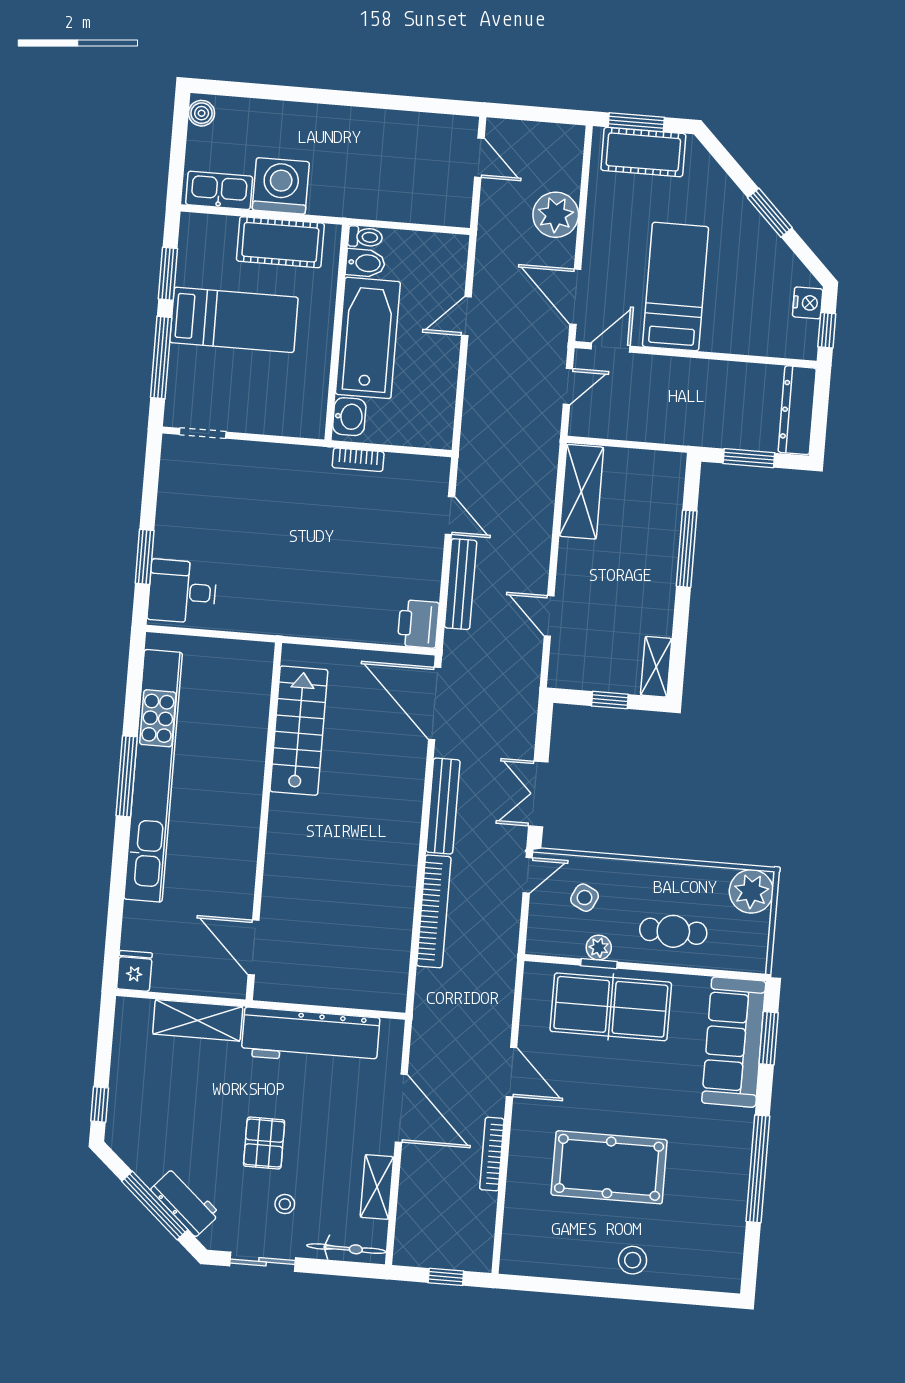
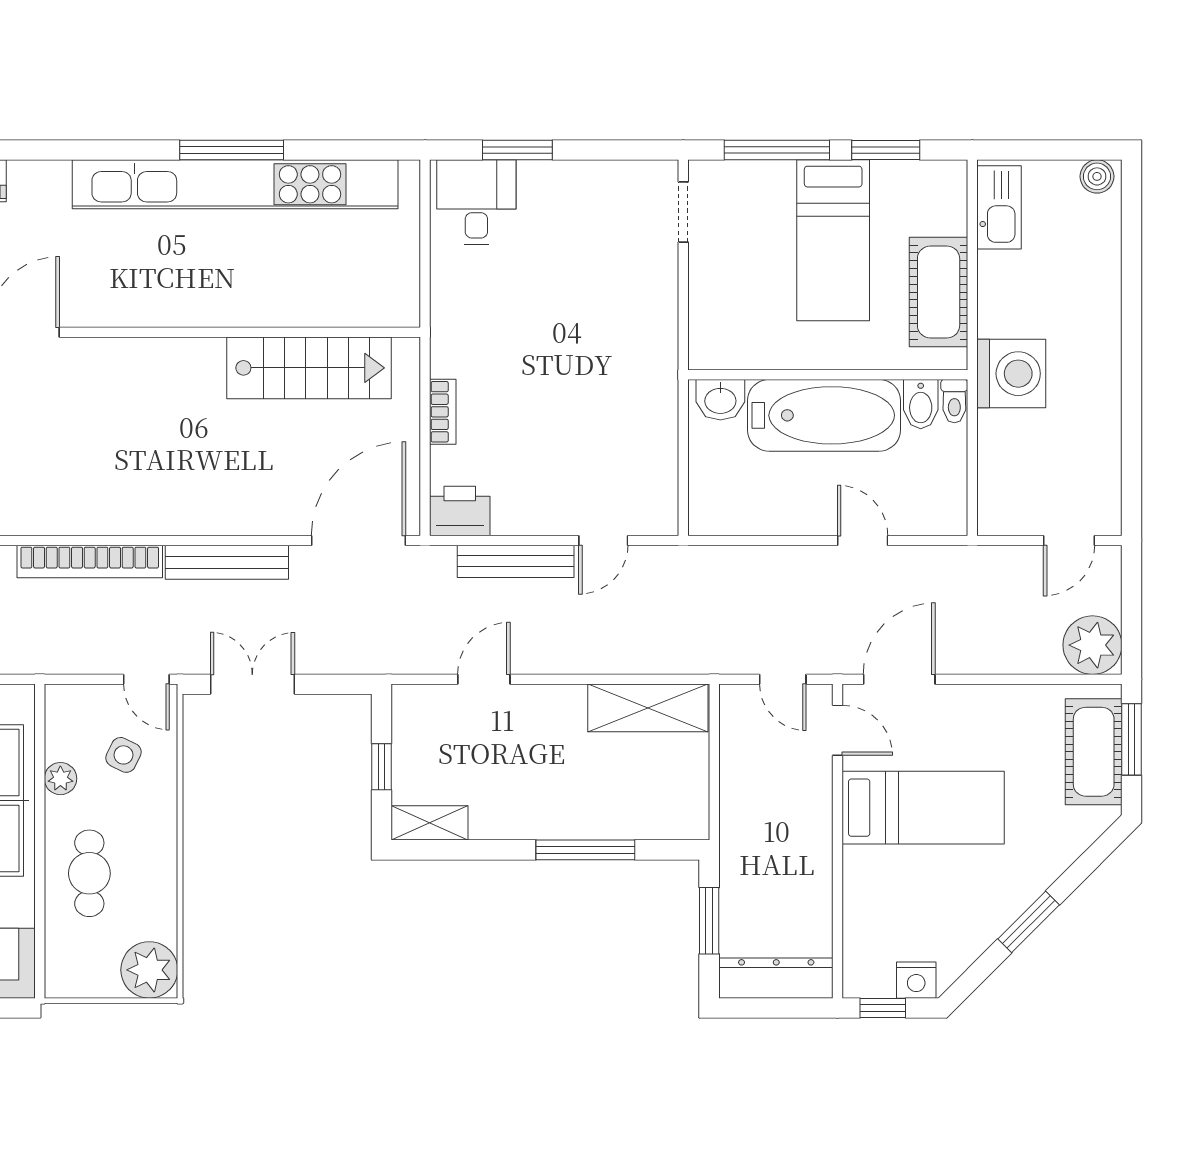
washing machine: (281, 186) -> (1011, 374), moved
plant: (556, 215) -> (1092, 645), moved
bookcase: (358, 460) -> (443, 412), moved, turned 180
window: (599, 964) -> (40, 781), removed

